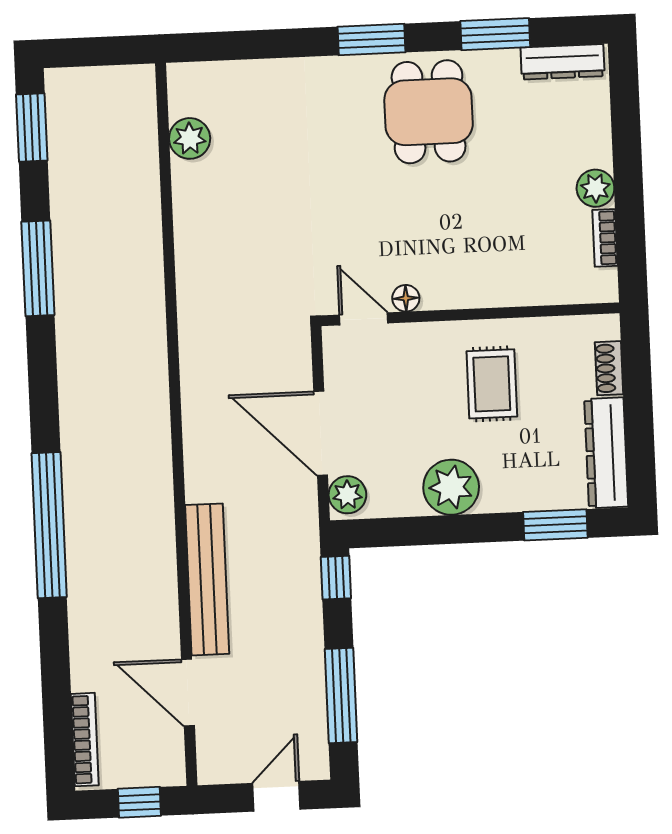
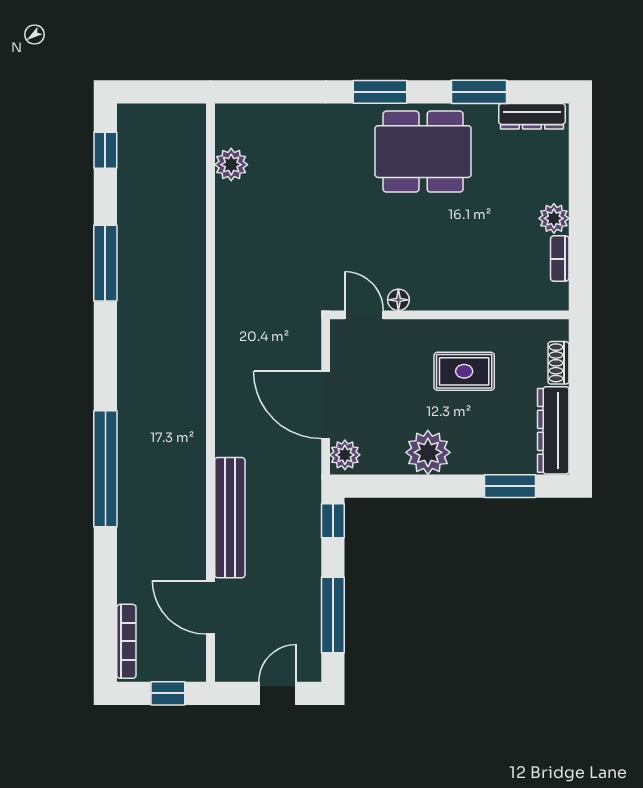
dining table: (429, 112) -> (423, 152), width x1.38
window: (32, 127) -> (105, 150), width x0.67
rug: (492, 384) -> (464, 371), turned 90

